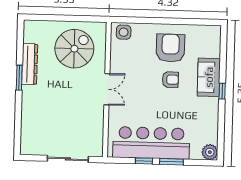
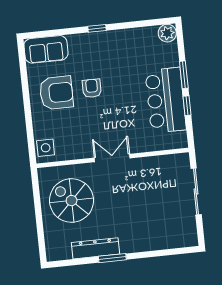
armchair: (170, 48) -> (56, 93), turned 180
sofa: (209, 77) -> (46, 49), moved
bar counter: (151, 143) -> (166, 100), width x0.73

